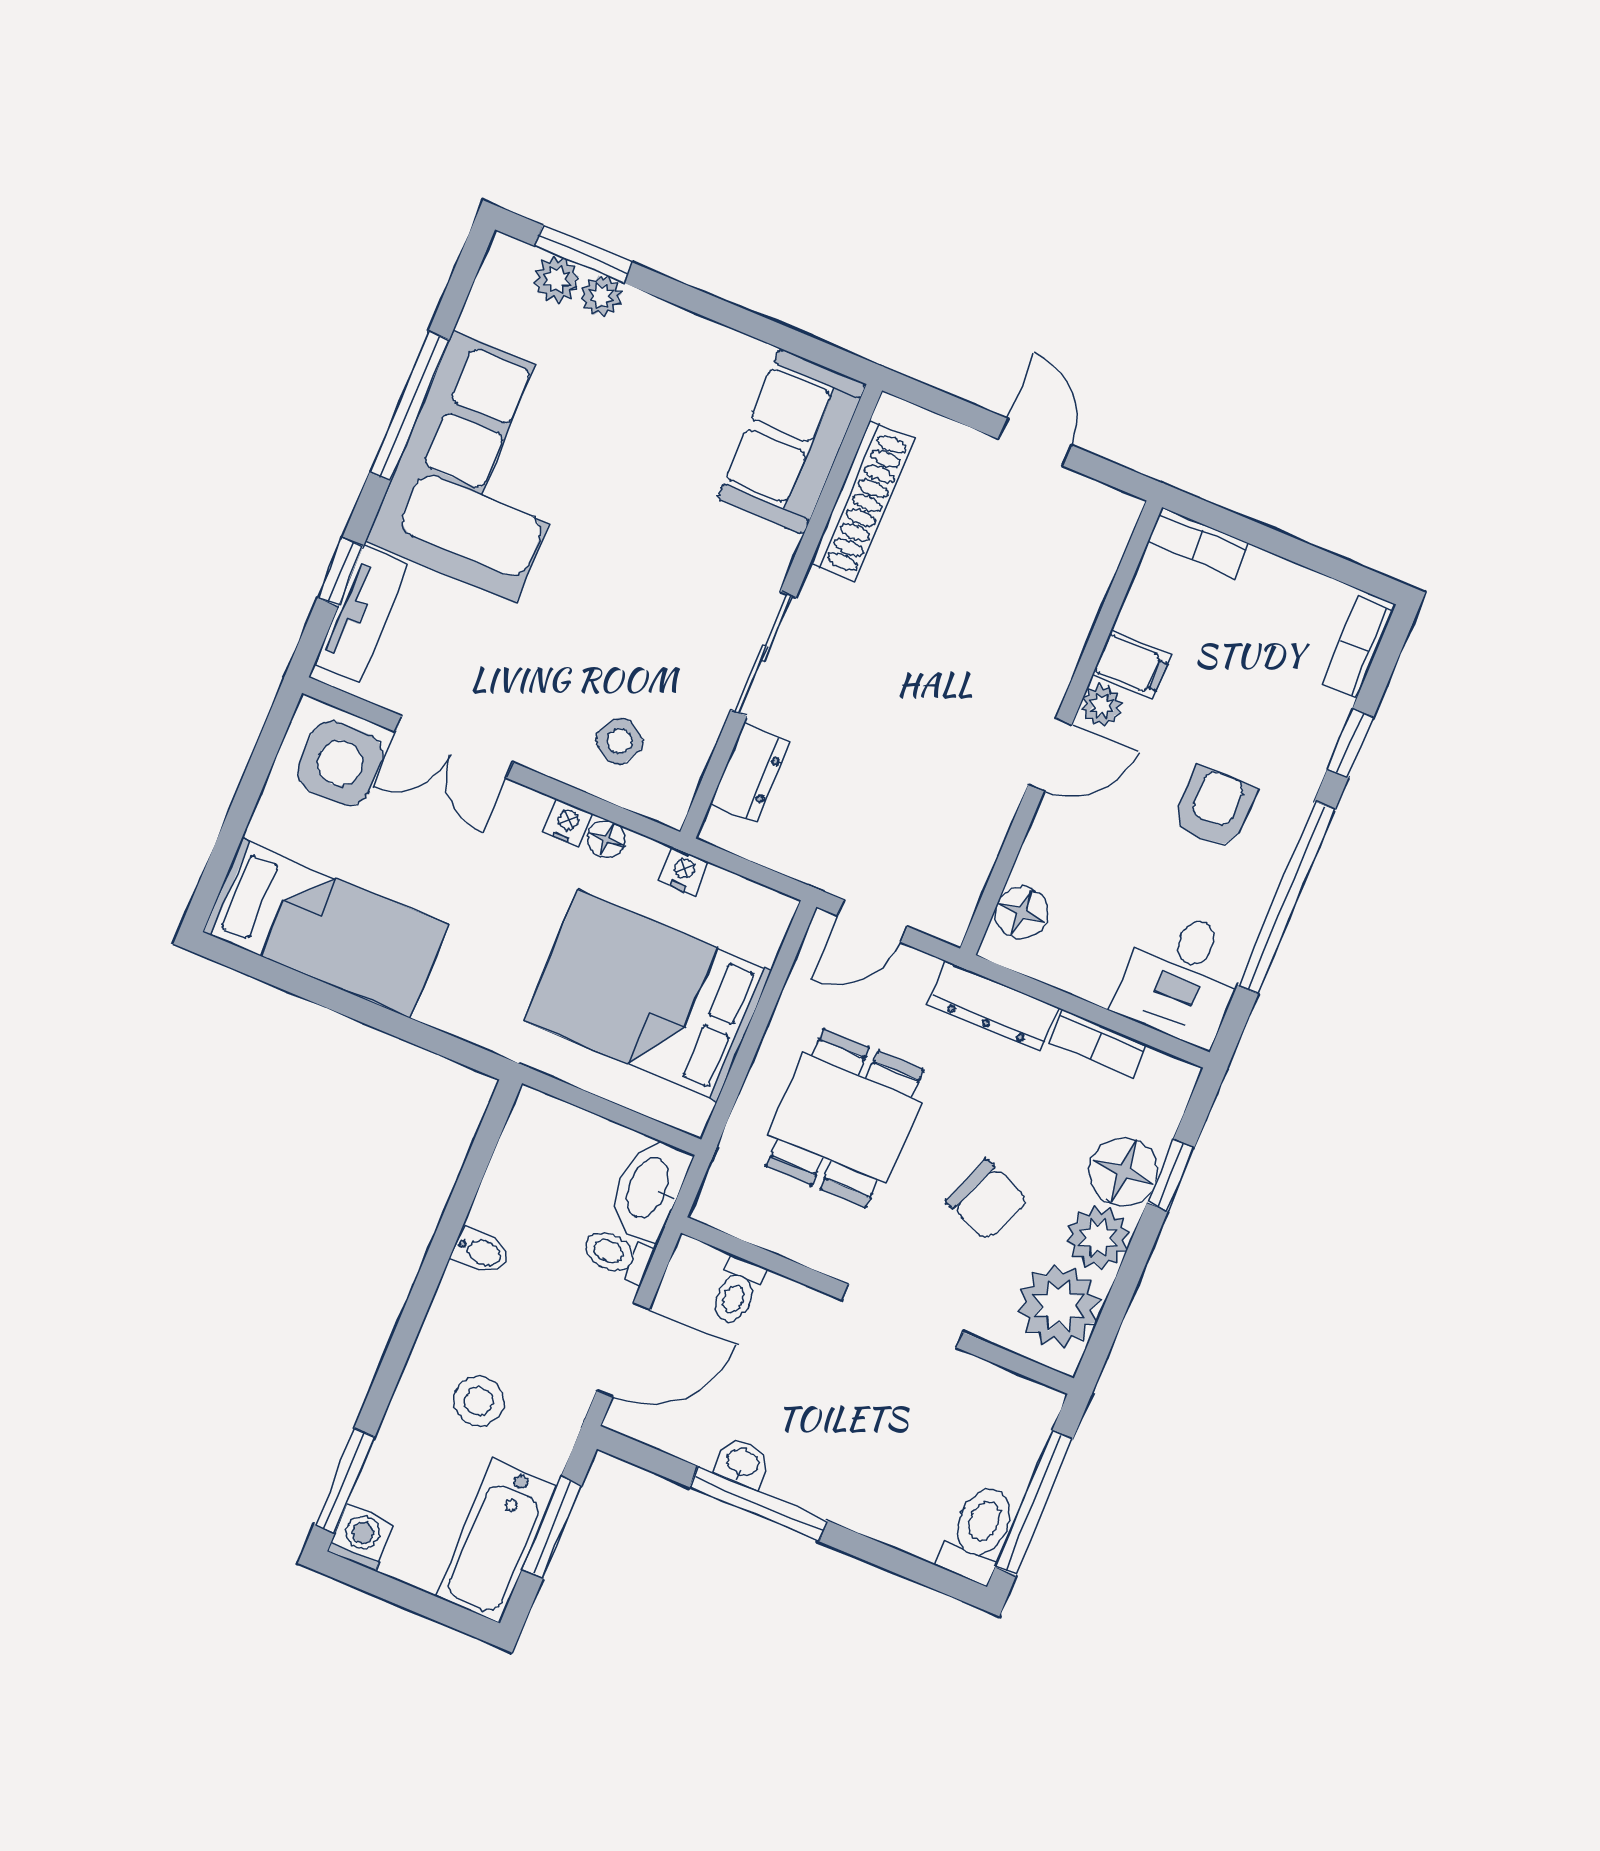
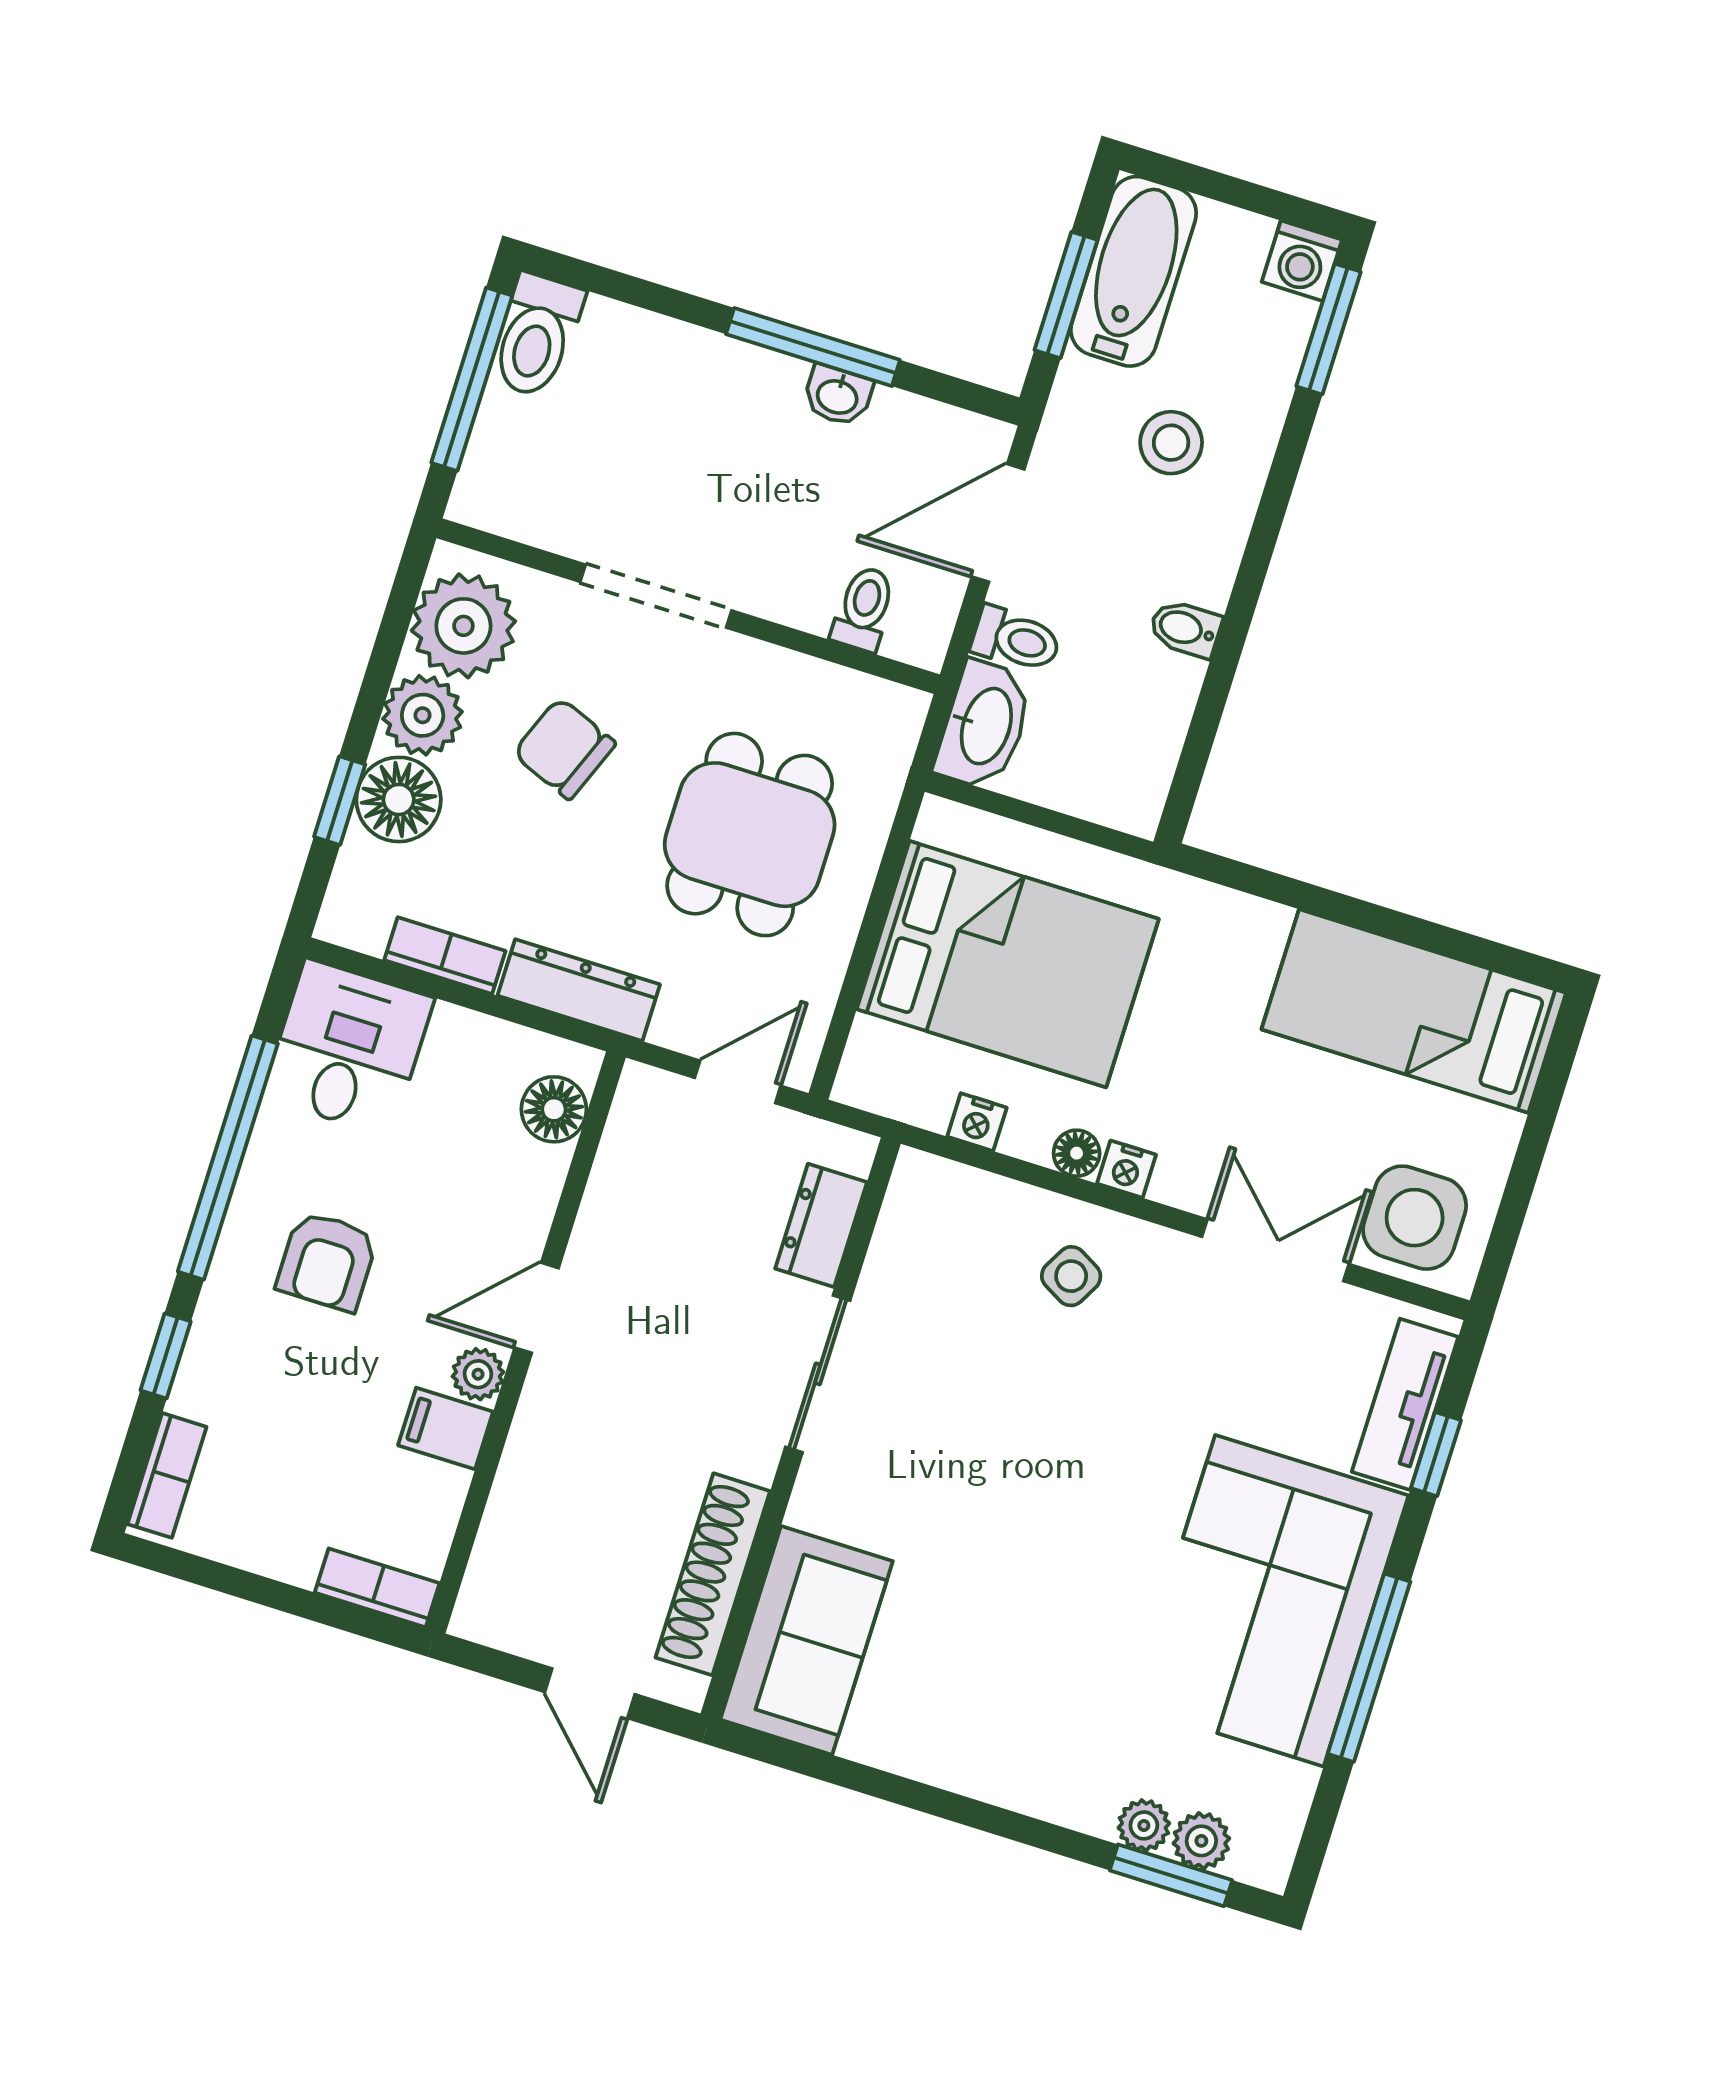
sofa: (792, 441) -> (807, 1640), moved
shoe rack: (862, 501) -> (713, 1574), moved
wall: (781, 611) -> (801, 1429), moved
sliding door: (763, 654) -> (818, 1374), moved
dresser: (750, 772) -> (821, 1225), moved

